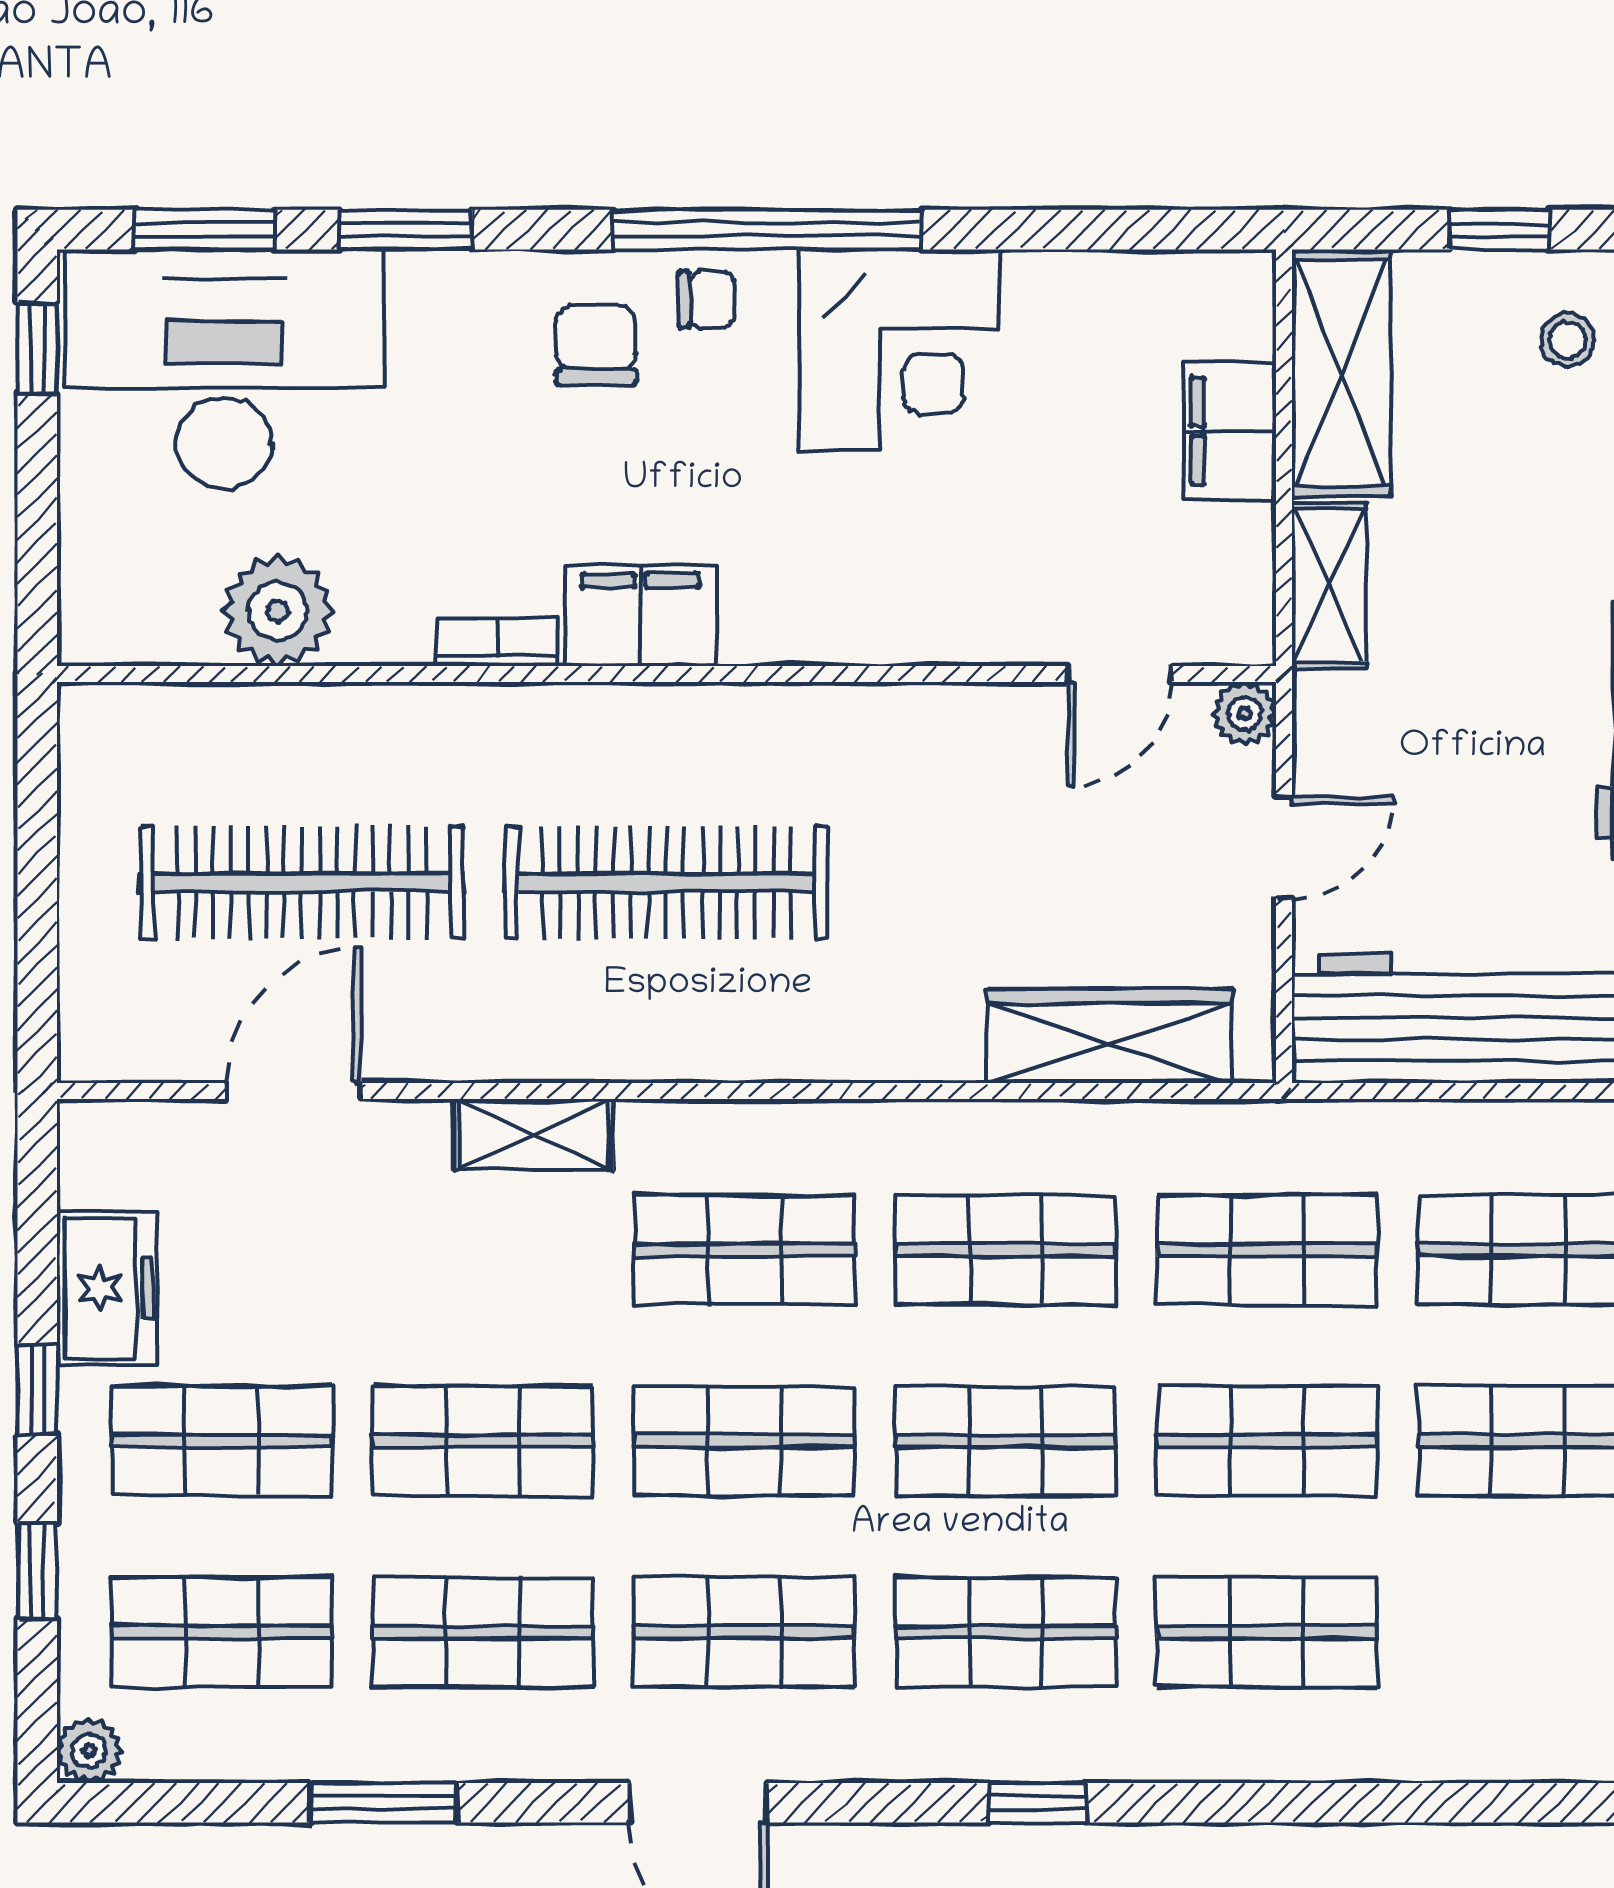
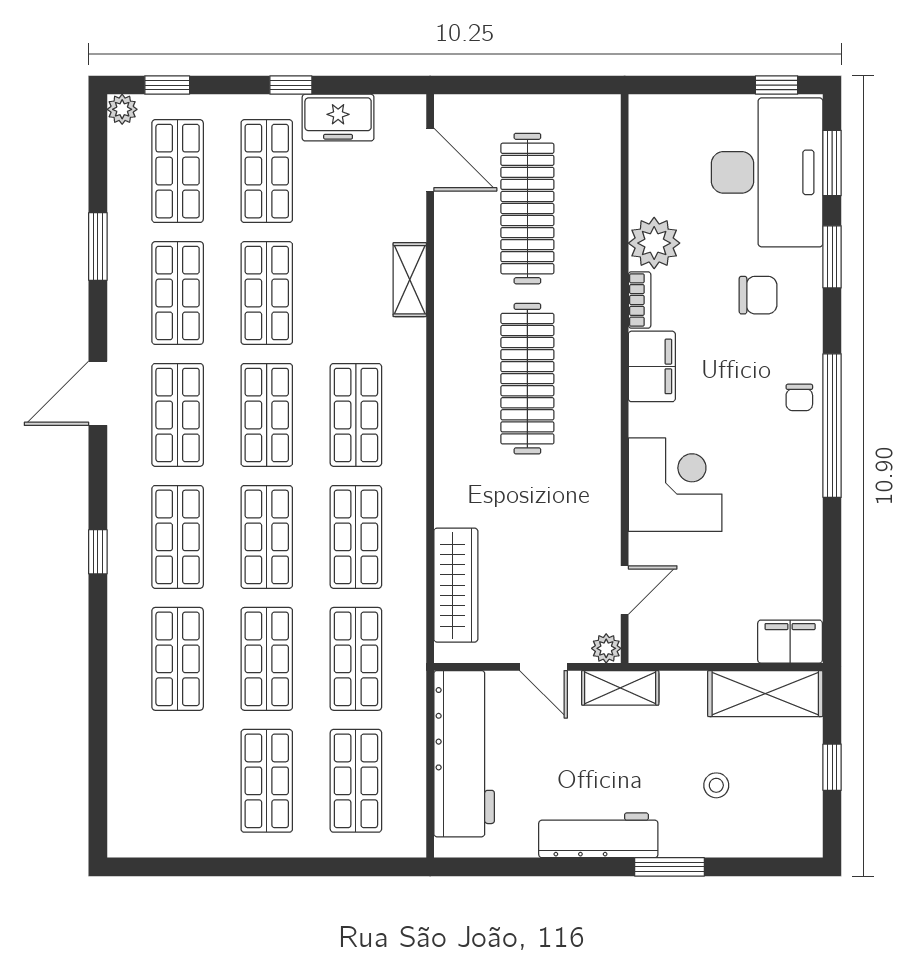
stool: (1567, 340) -> (716, 785), moved
chair: (596, 345) -> (758, 295), moved
corner desk: (899, 350) -> (675, 485), moved, turned 180
filing cabinet: (1230, 431) -> (790, 642), moved
shelving: (1329, 585) -> (620, 688), moved
plant: (278, 611) -> (654, 243), moved
door: (1120, 674) -> (625, 590), swing flipped
door: (294, 1091) -> (430, 160), moved
shelving: (534, 1135) -> (410, 280), moved
window: (37, 1571) -> (167, 85), moved

